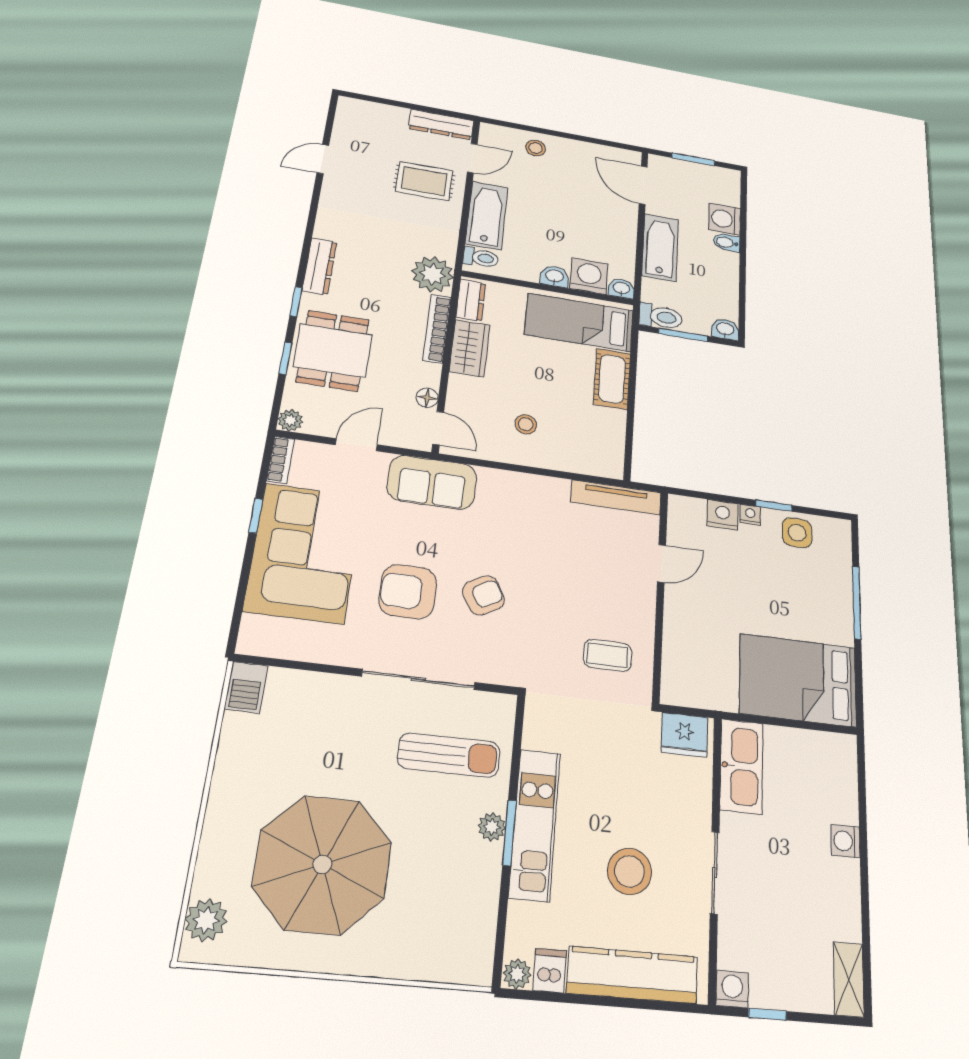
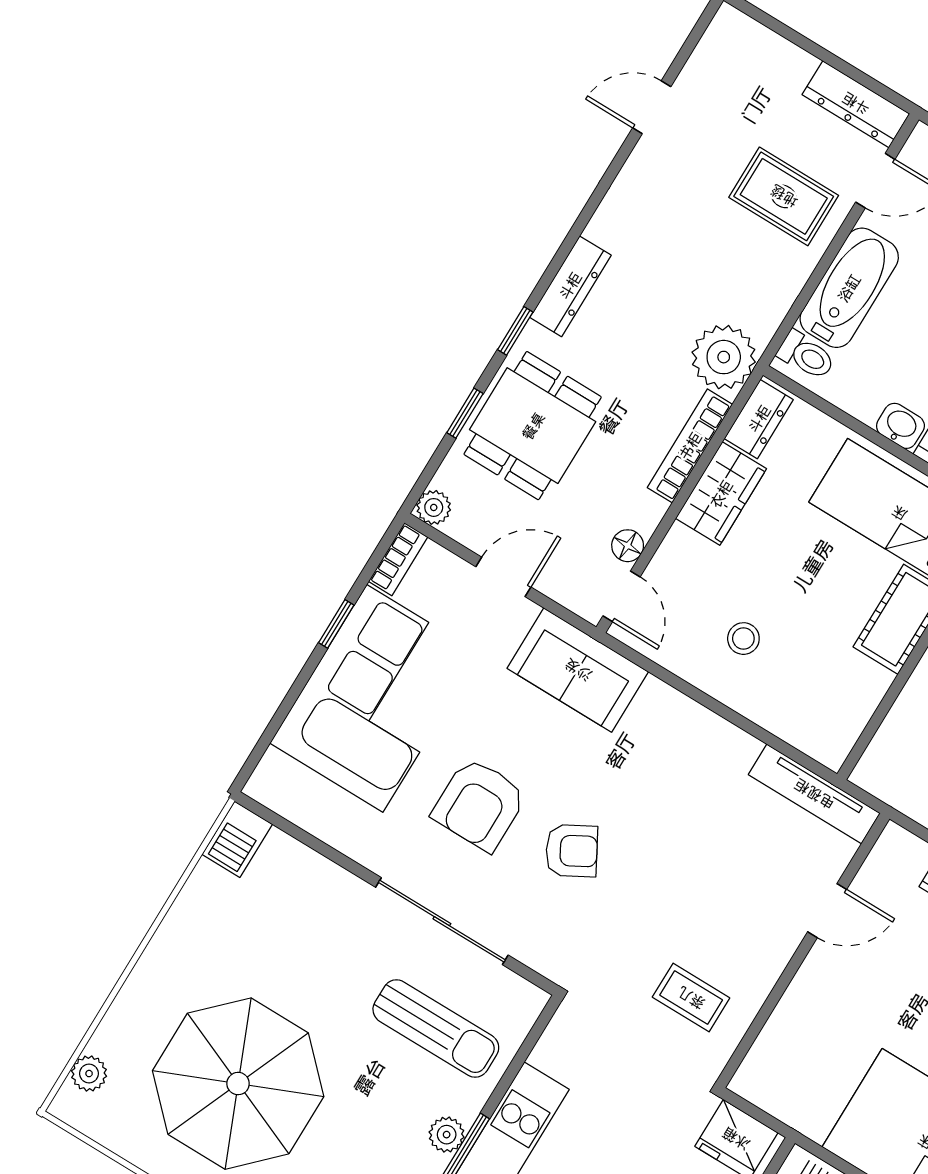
armchair: (408, 592) -> (479, 804), turned -90
plant: (206, 920) -> (89, 1074), width x0.73, depth x0.73

